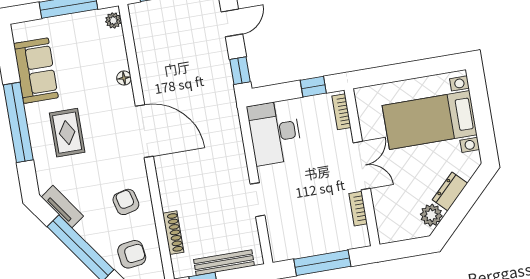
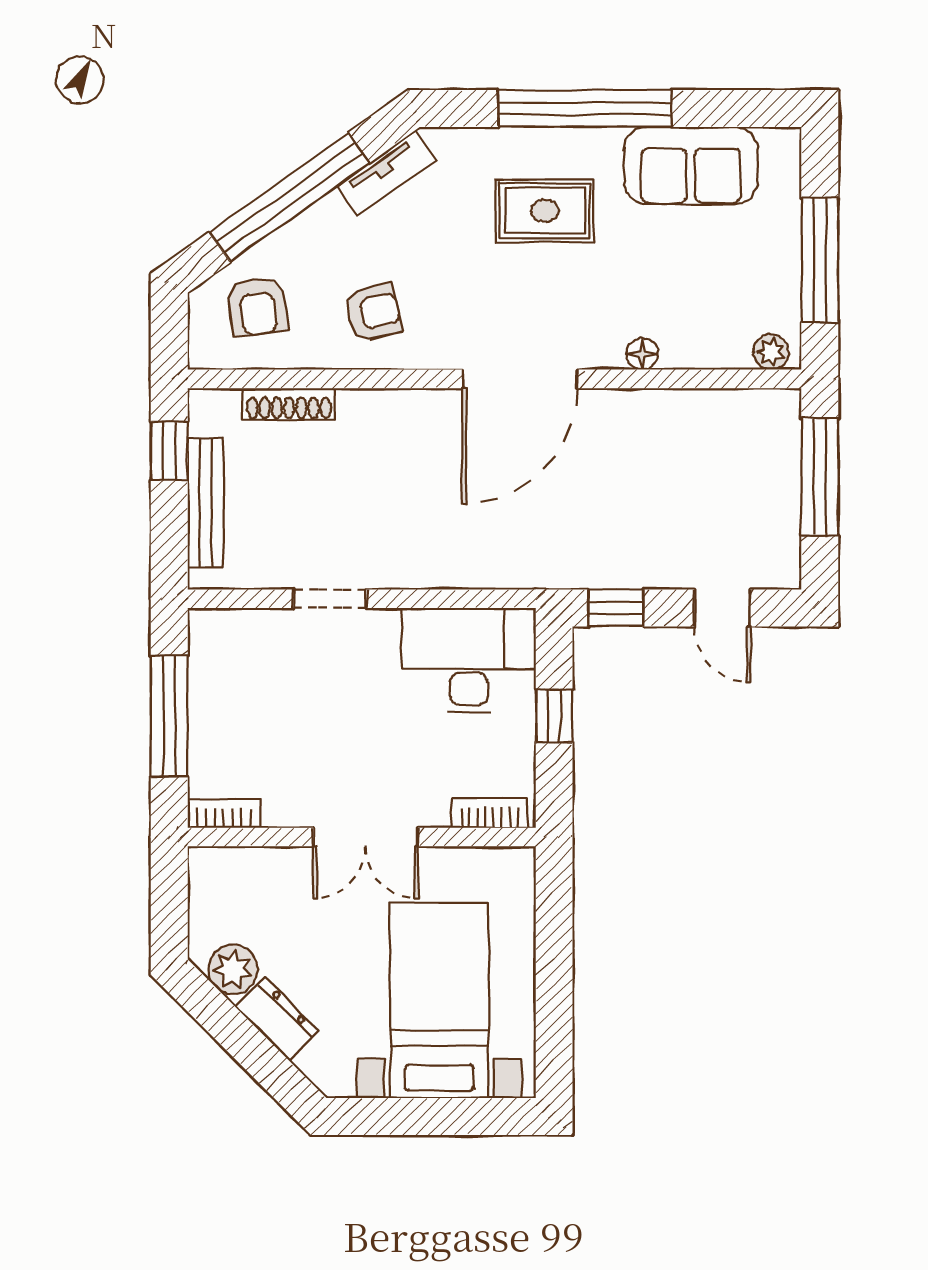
window: (313, 87) -> (554, 716), moved
bookcase: (358, 209) -> (224, 813), moved

